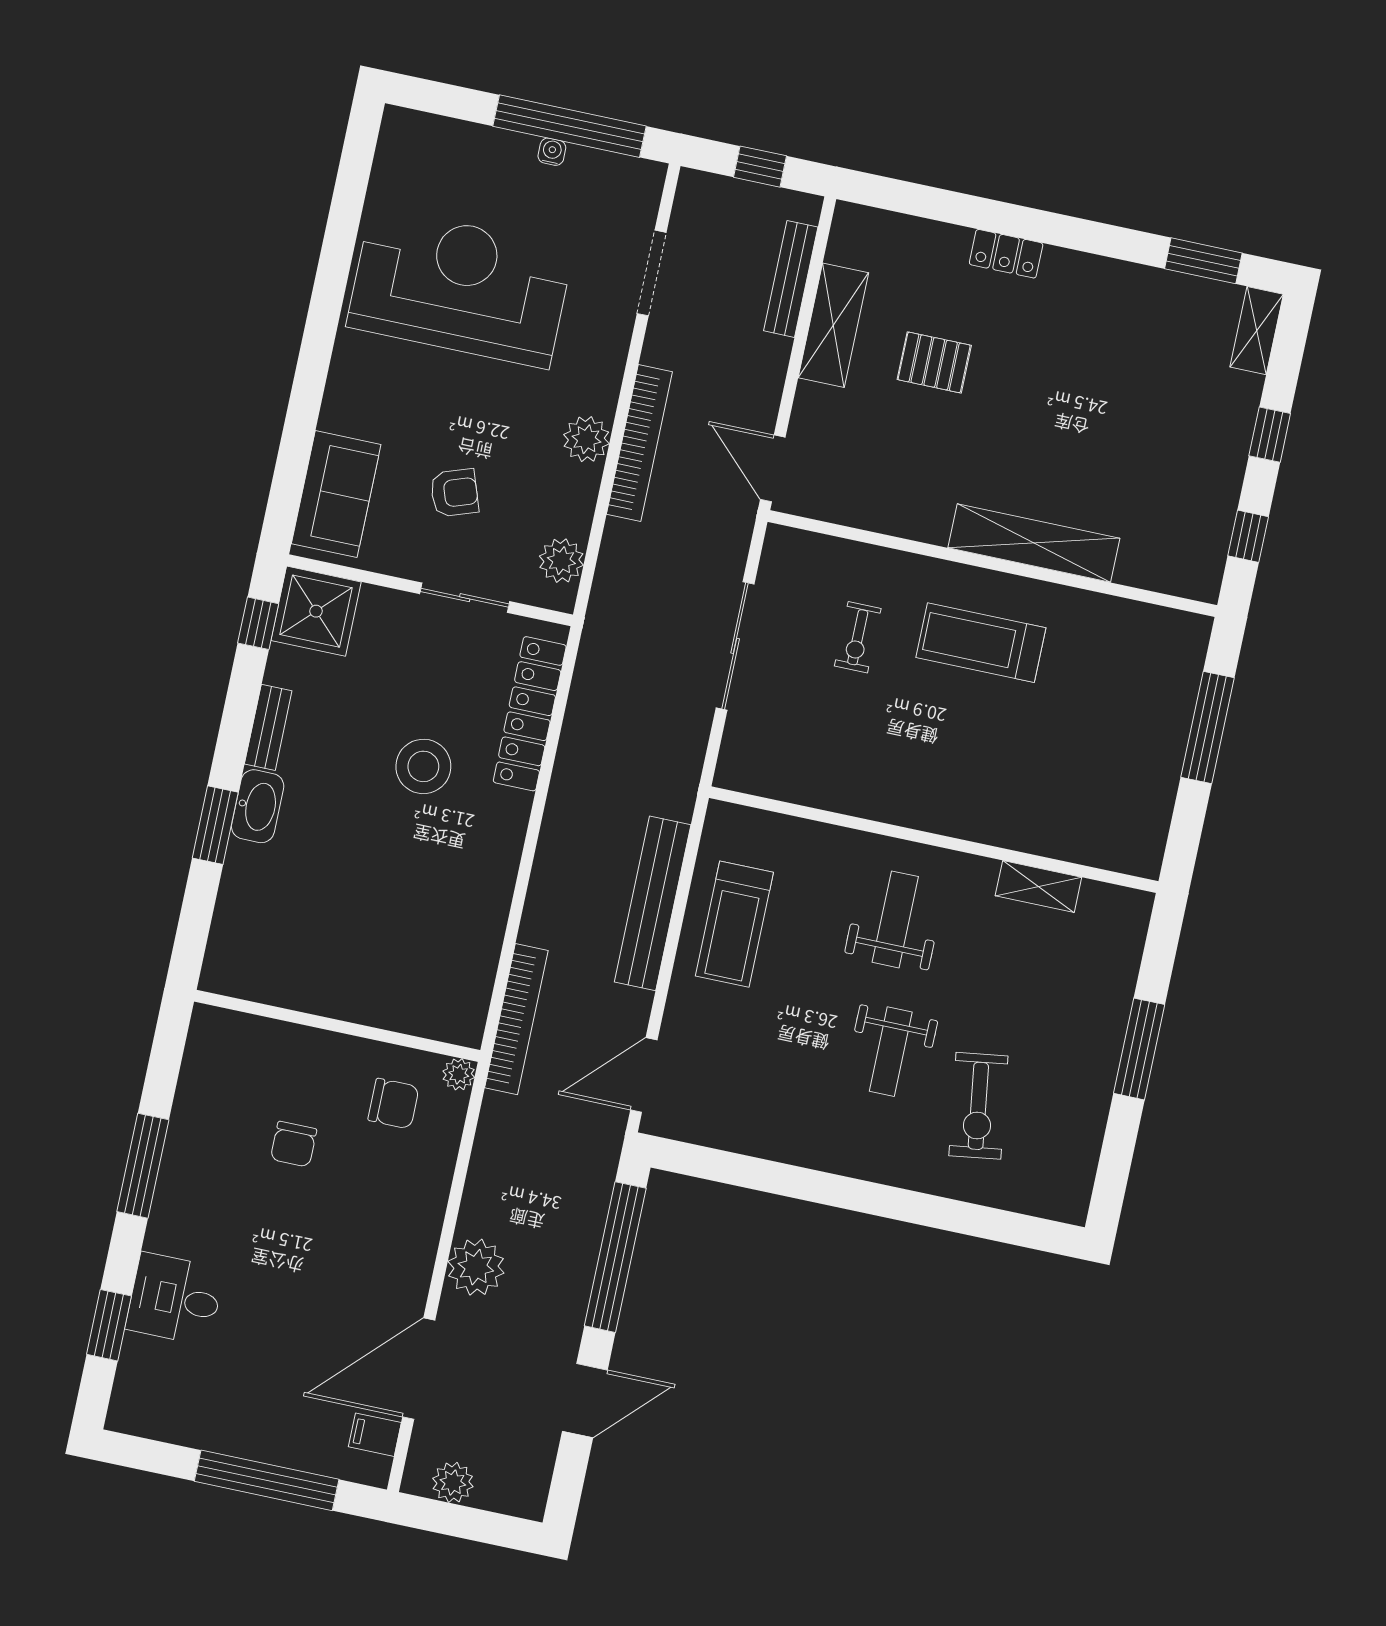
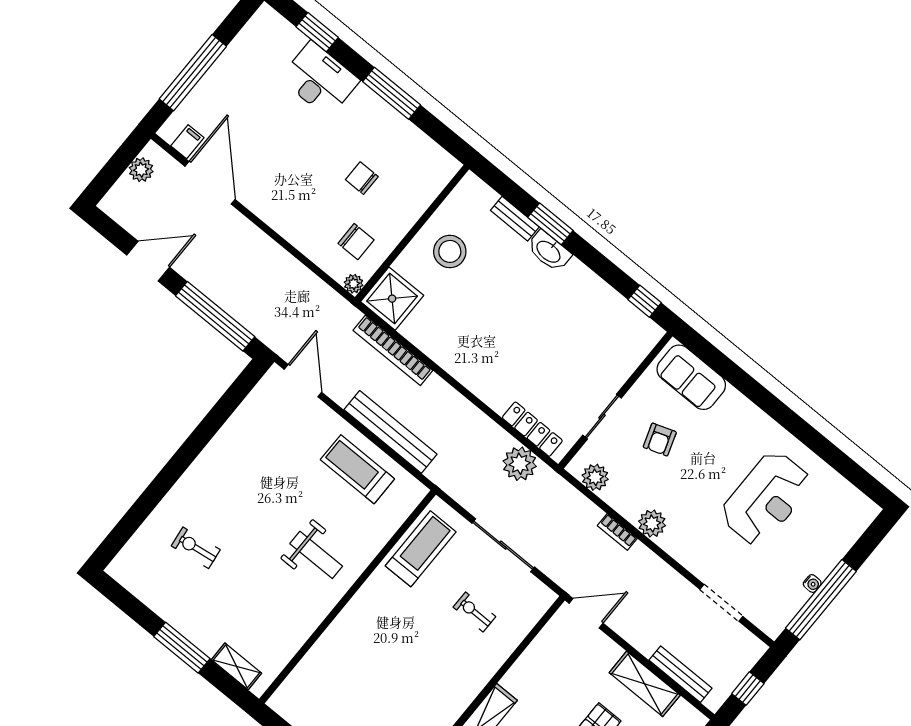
reception desk: (460, 287) -> (766, 498), width x0.74, depth x0.77
bookcase: (639, 443) -> (617, 532), width x0.43, depth x0.76
shower: (316, 611) -> (392, 299), moved
treadmill: (981, 643) -> (421, 549), moved
locker: (530, 714) -> (532, 429), width x0.71, depth x0.83
bench: (268, 727) -> (515, 219), moved
stool: (423, 766) -> (450, 251), moved
shelving: (1038, 887) -> (236, 666), moved, turned 90
bookcase: (516, 1019) -> (393, 350), moved
weight bench: (891, 1052) -> (248, 517), removed
chair: (393, 1104) -> (356, 242), turned -90
exercise bike: (978, 1106) -> (196, 548), width x0.73, depth x0.72
plant: (476, 1267) -> (520, 464), moved
desk: (175, 1299) -> (320, 79), width x1.37
door: (585, 1401) -> (148, 261), swing flipped

